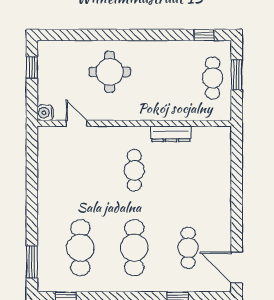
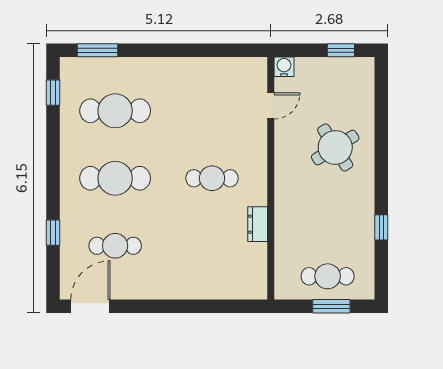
window: (204, 35) -> (381, 227), moved
round table: (110, 72) -> (335, 147), turned -32
dresser: (171, 134) -> (258, 224), width x0.70

